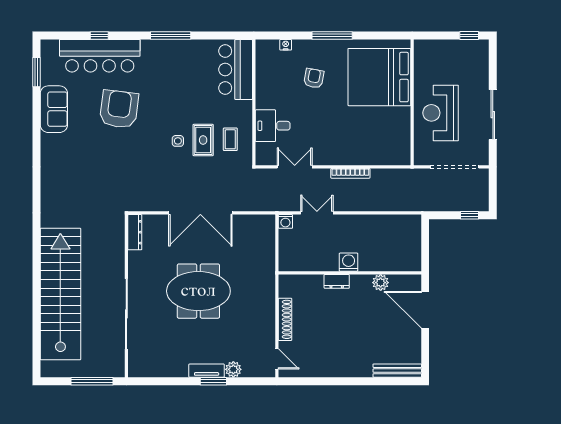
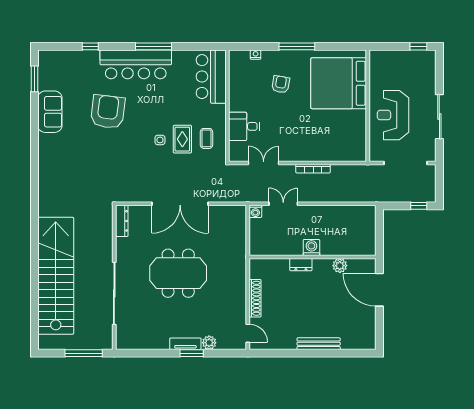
bar counter: (100, 56) -> (136, 64), moved
bench: (397, 371) -> (319, 344), moved

